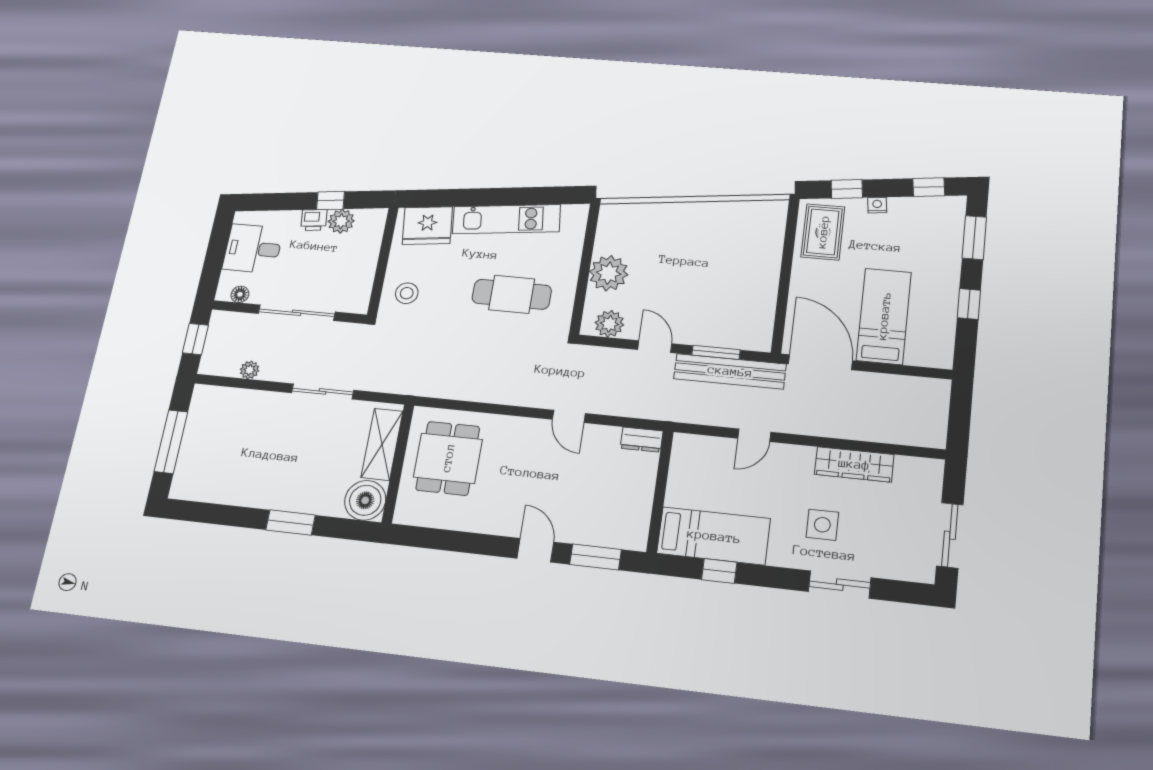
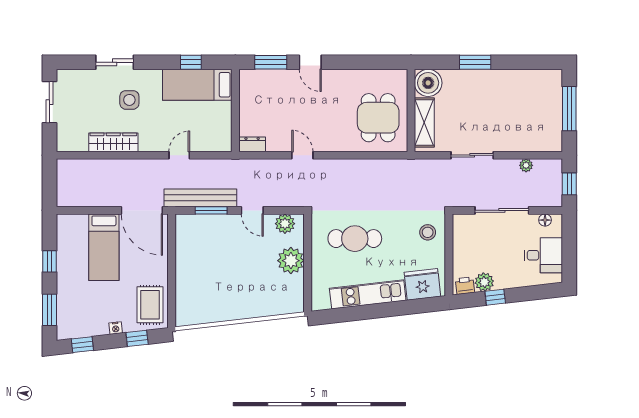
printer: (314, 220) -> (465, 286), moved

